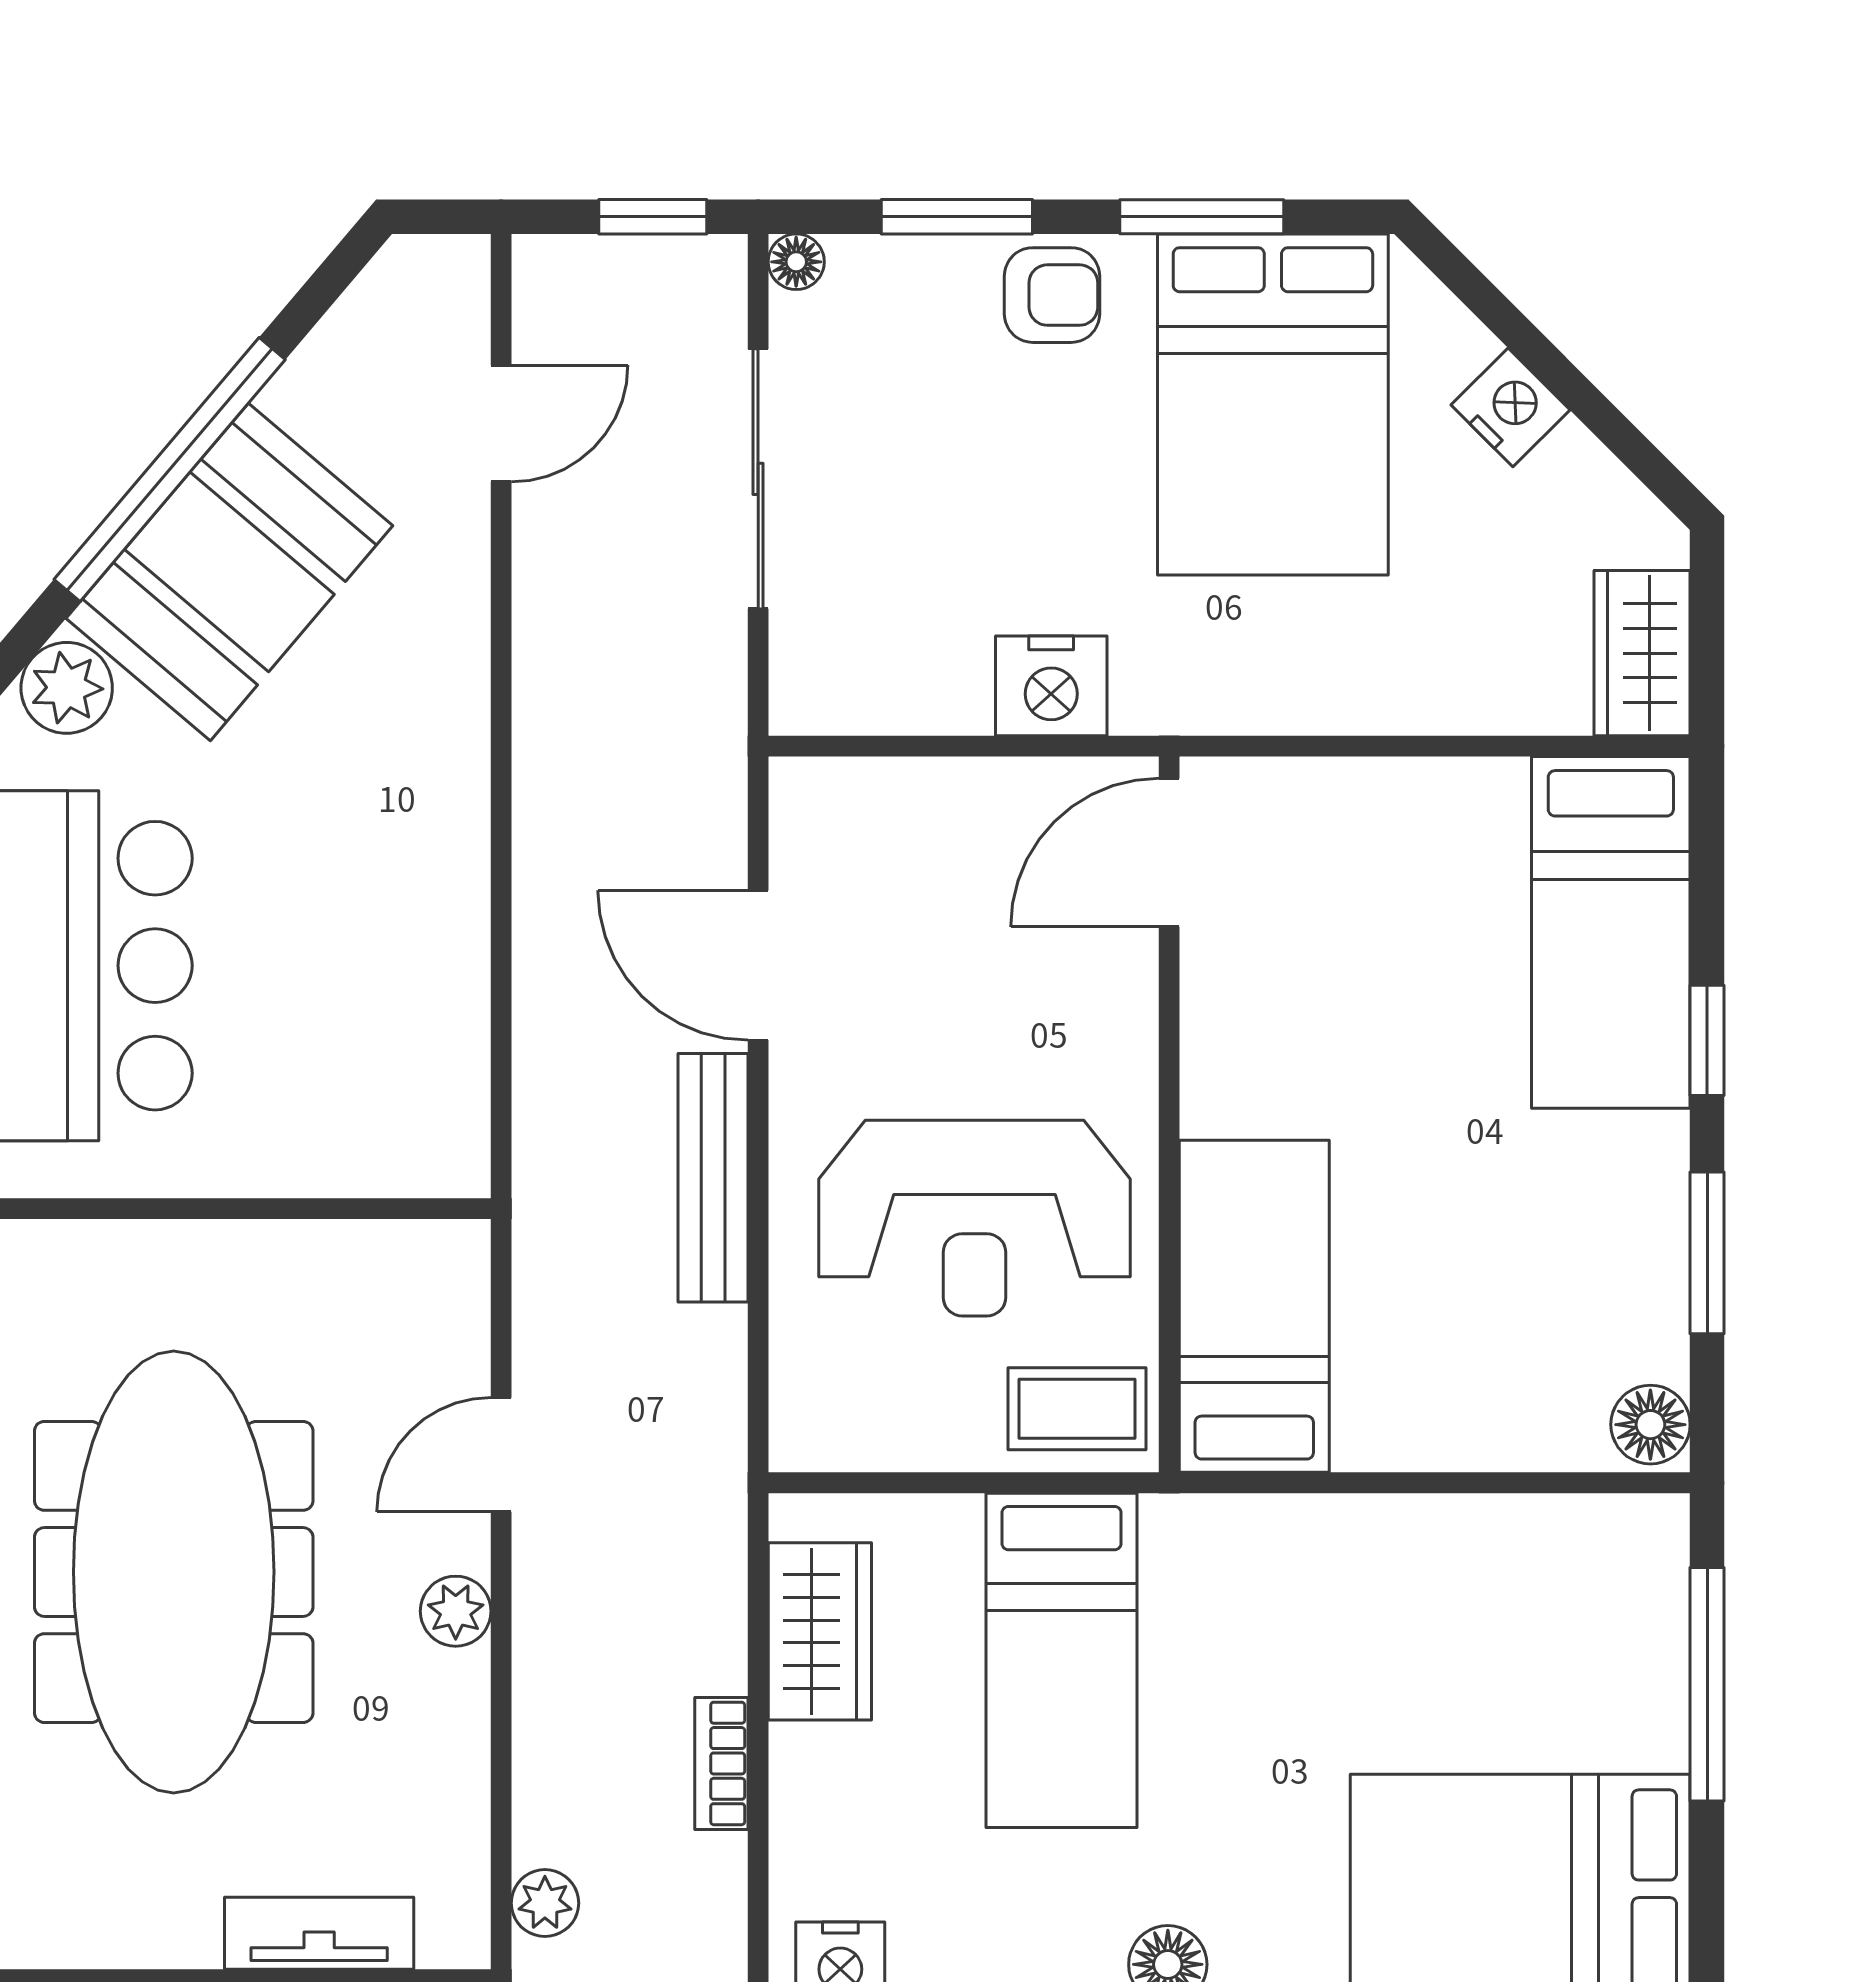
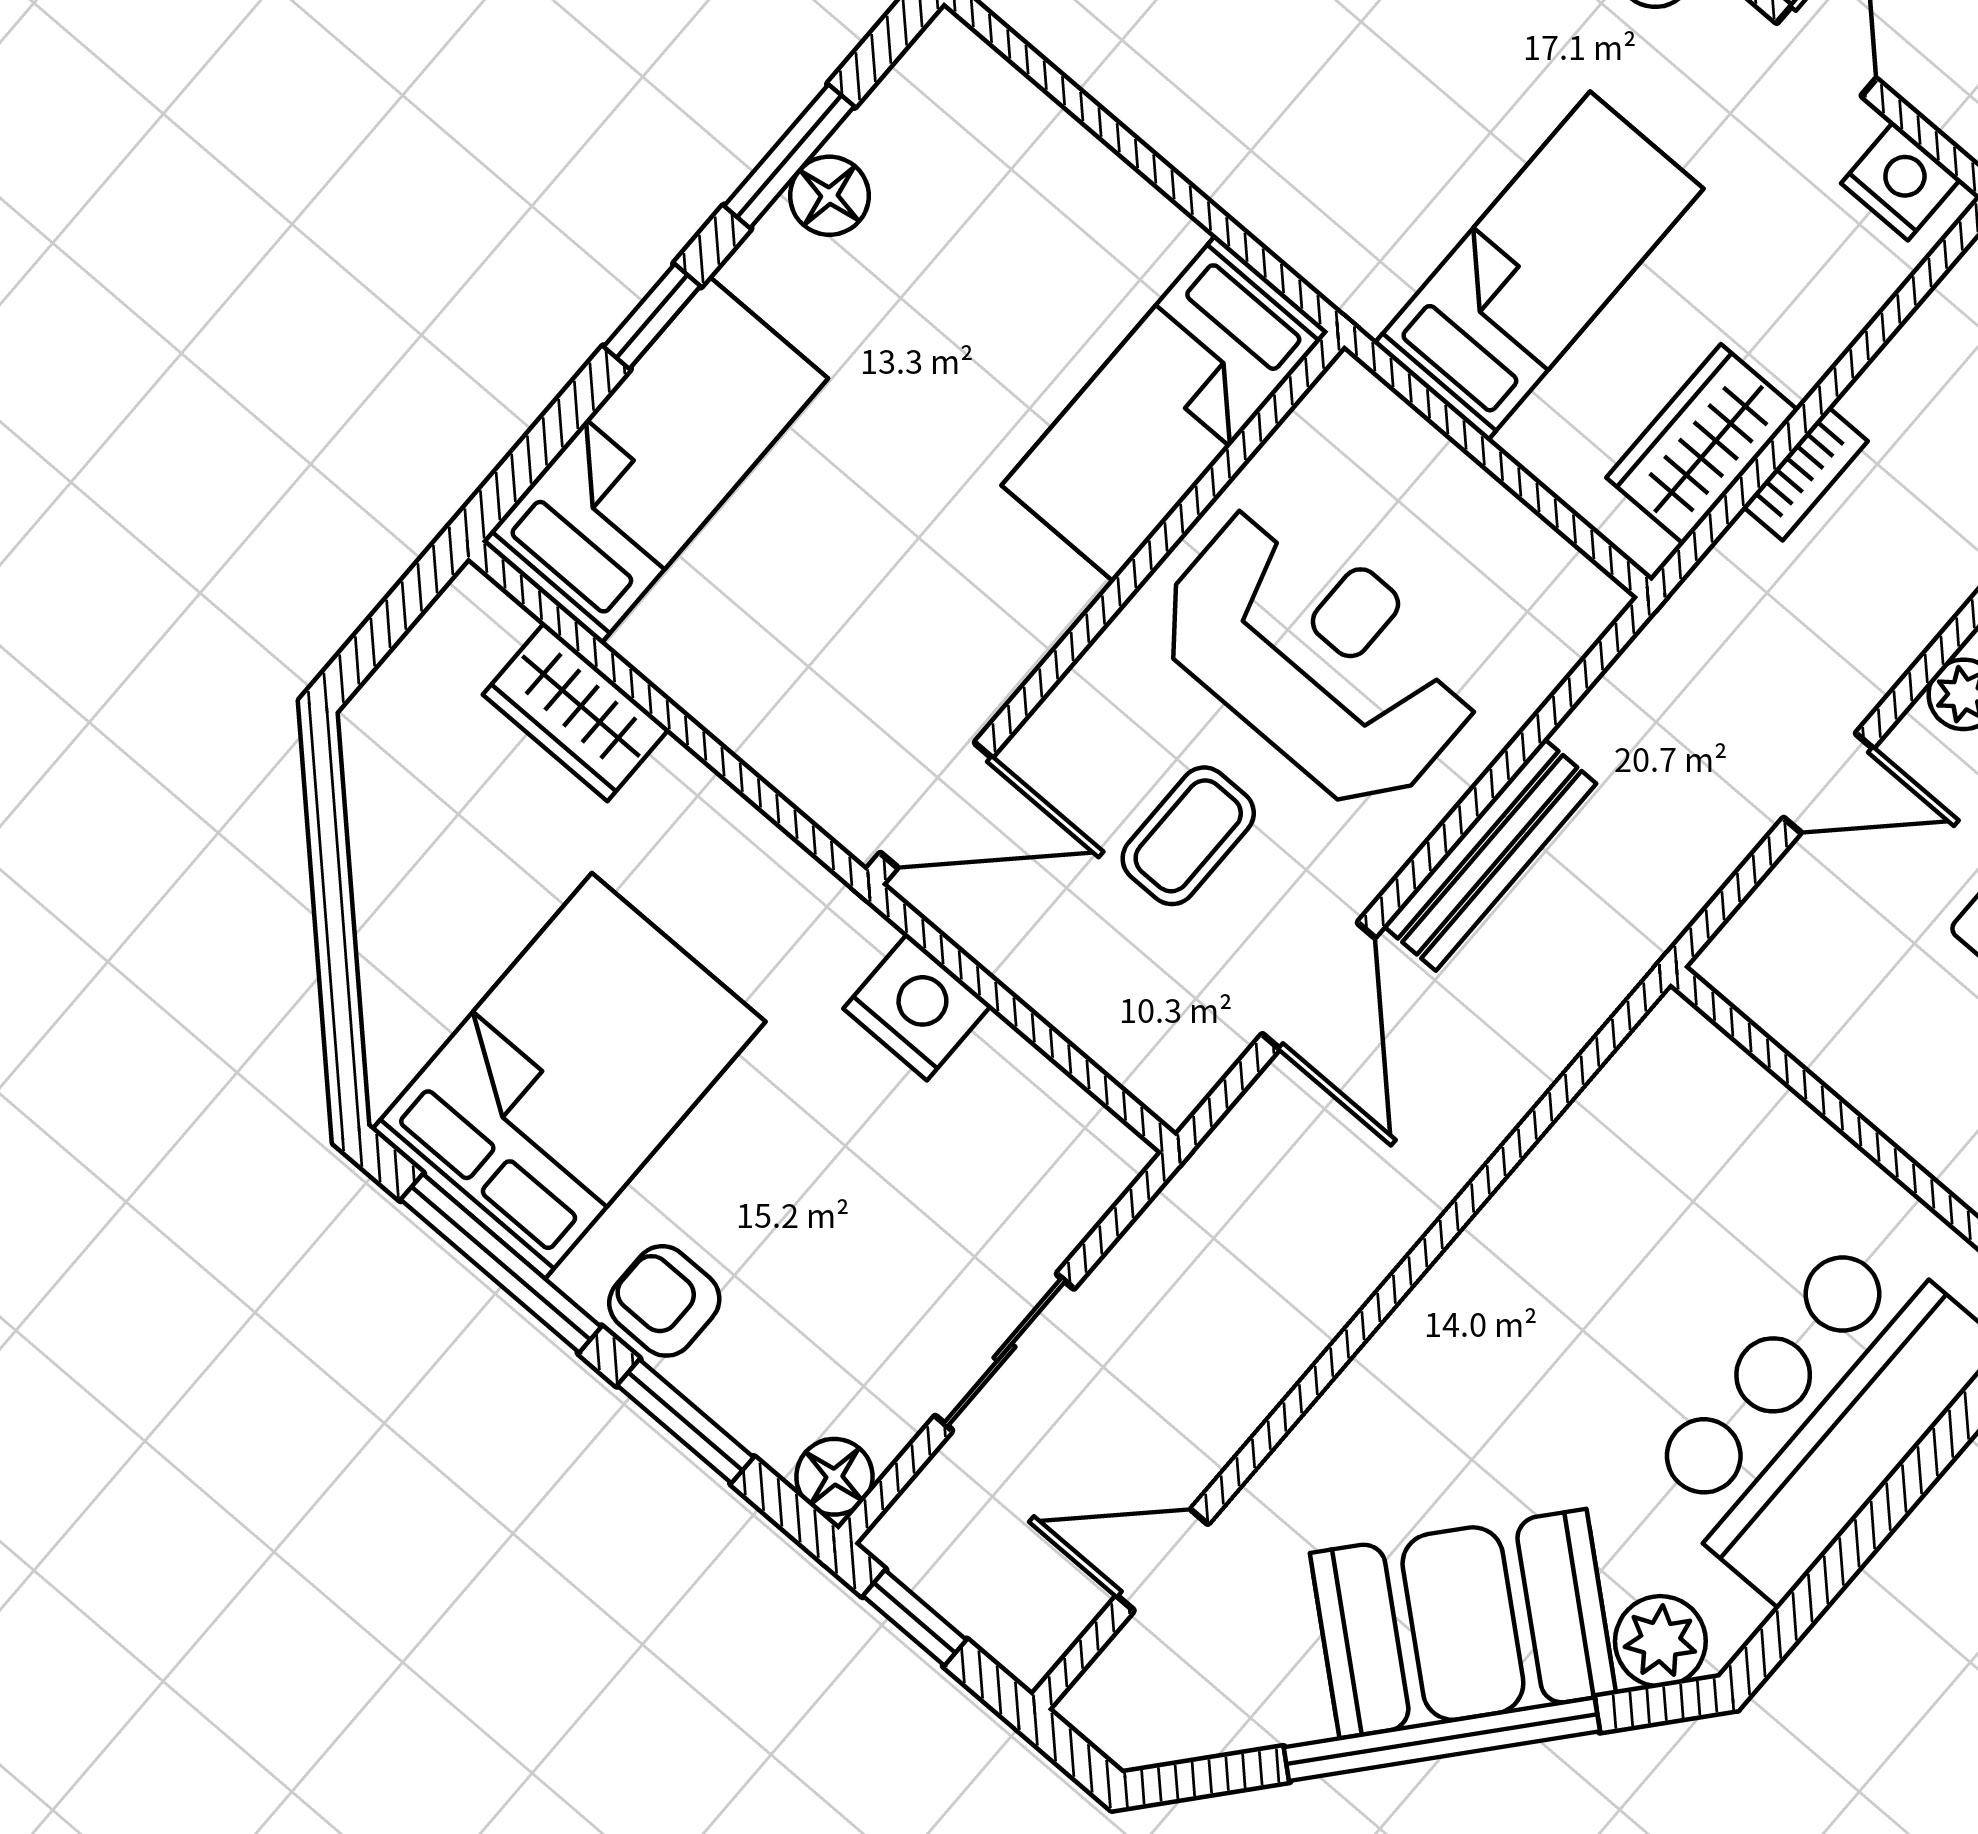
window: (1202, 217) -> (501, 1263), width x1.44
floor lamp: (796, 262) -> (834, 1477), width x1.37, depth x1.37
nightstand: (1511, 407) -> (391, 920), removed
sliding door: (758, 479) -> (1005, 1352), width x0.73
wardrobe: (1642, 653) -> (576, 712), moved, turned 90
coffee table: (1077, 1409) -> (1188, 836), moved, turned 90
floor lamp: (1650, 1425) -> (829, 196), moved
bookcase: (721, 1763) -> (1805, 474), moved

